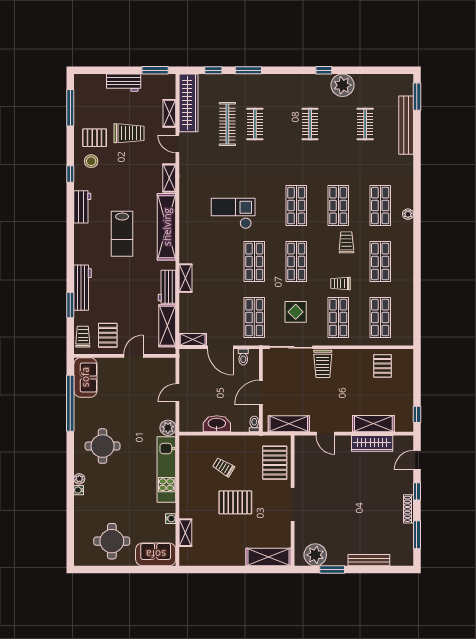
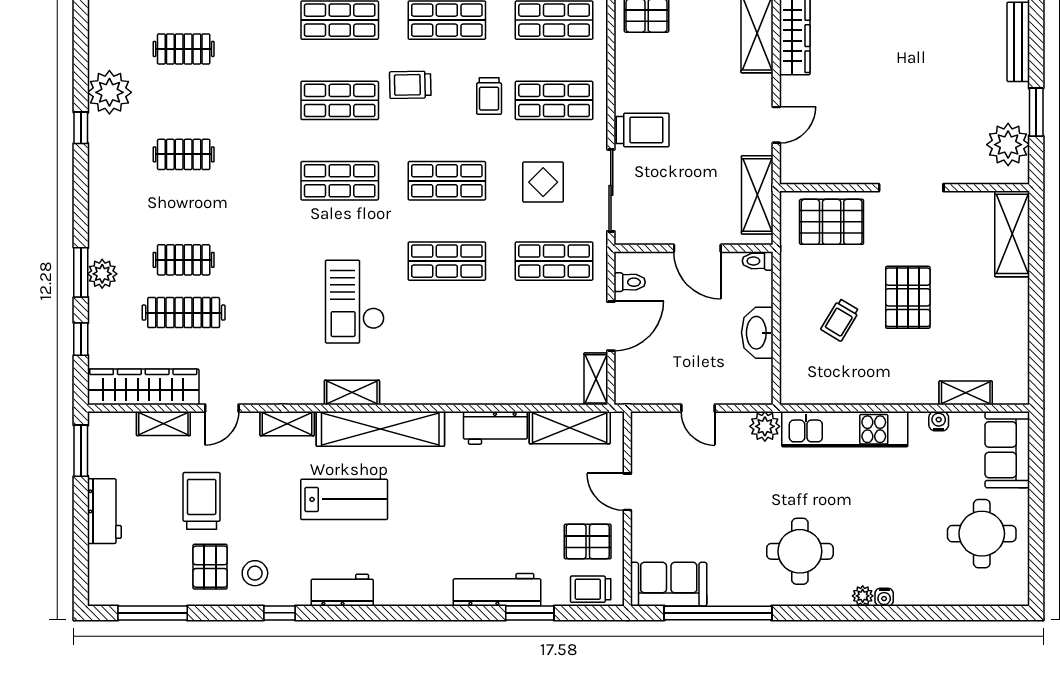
plant: (248, 81) -> (102, 274), added
lab bench: (122, 234) -> (344, 499), moved
shelving: (186, 278) -> (352, 393), moved

